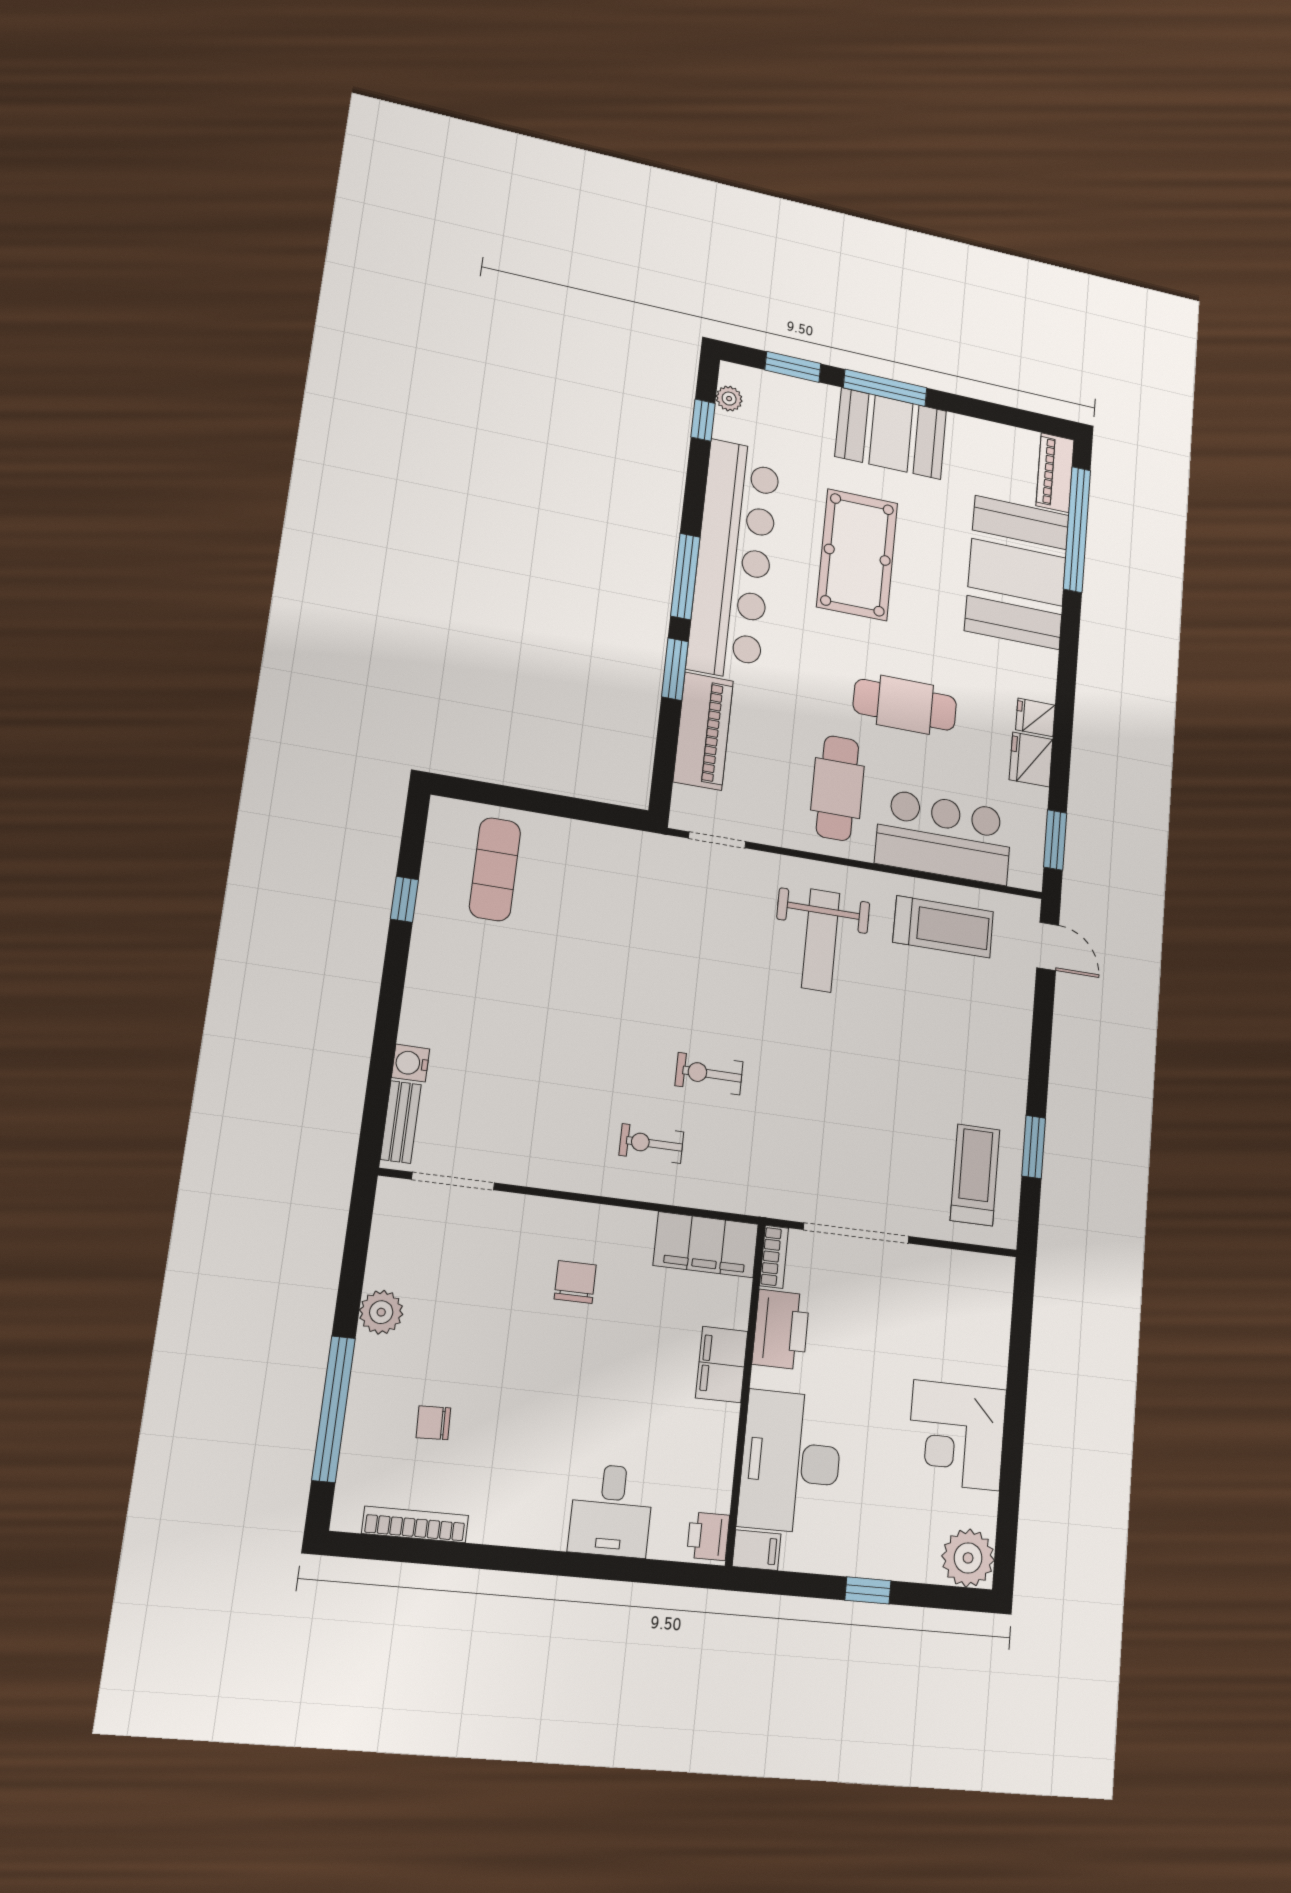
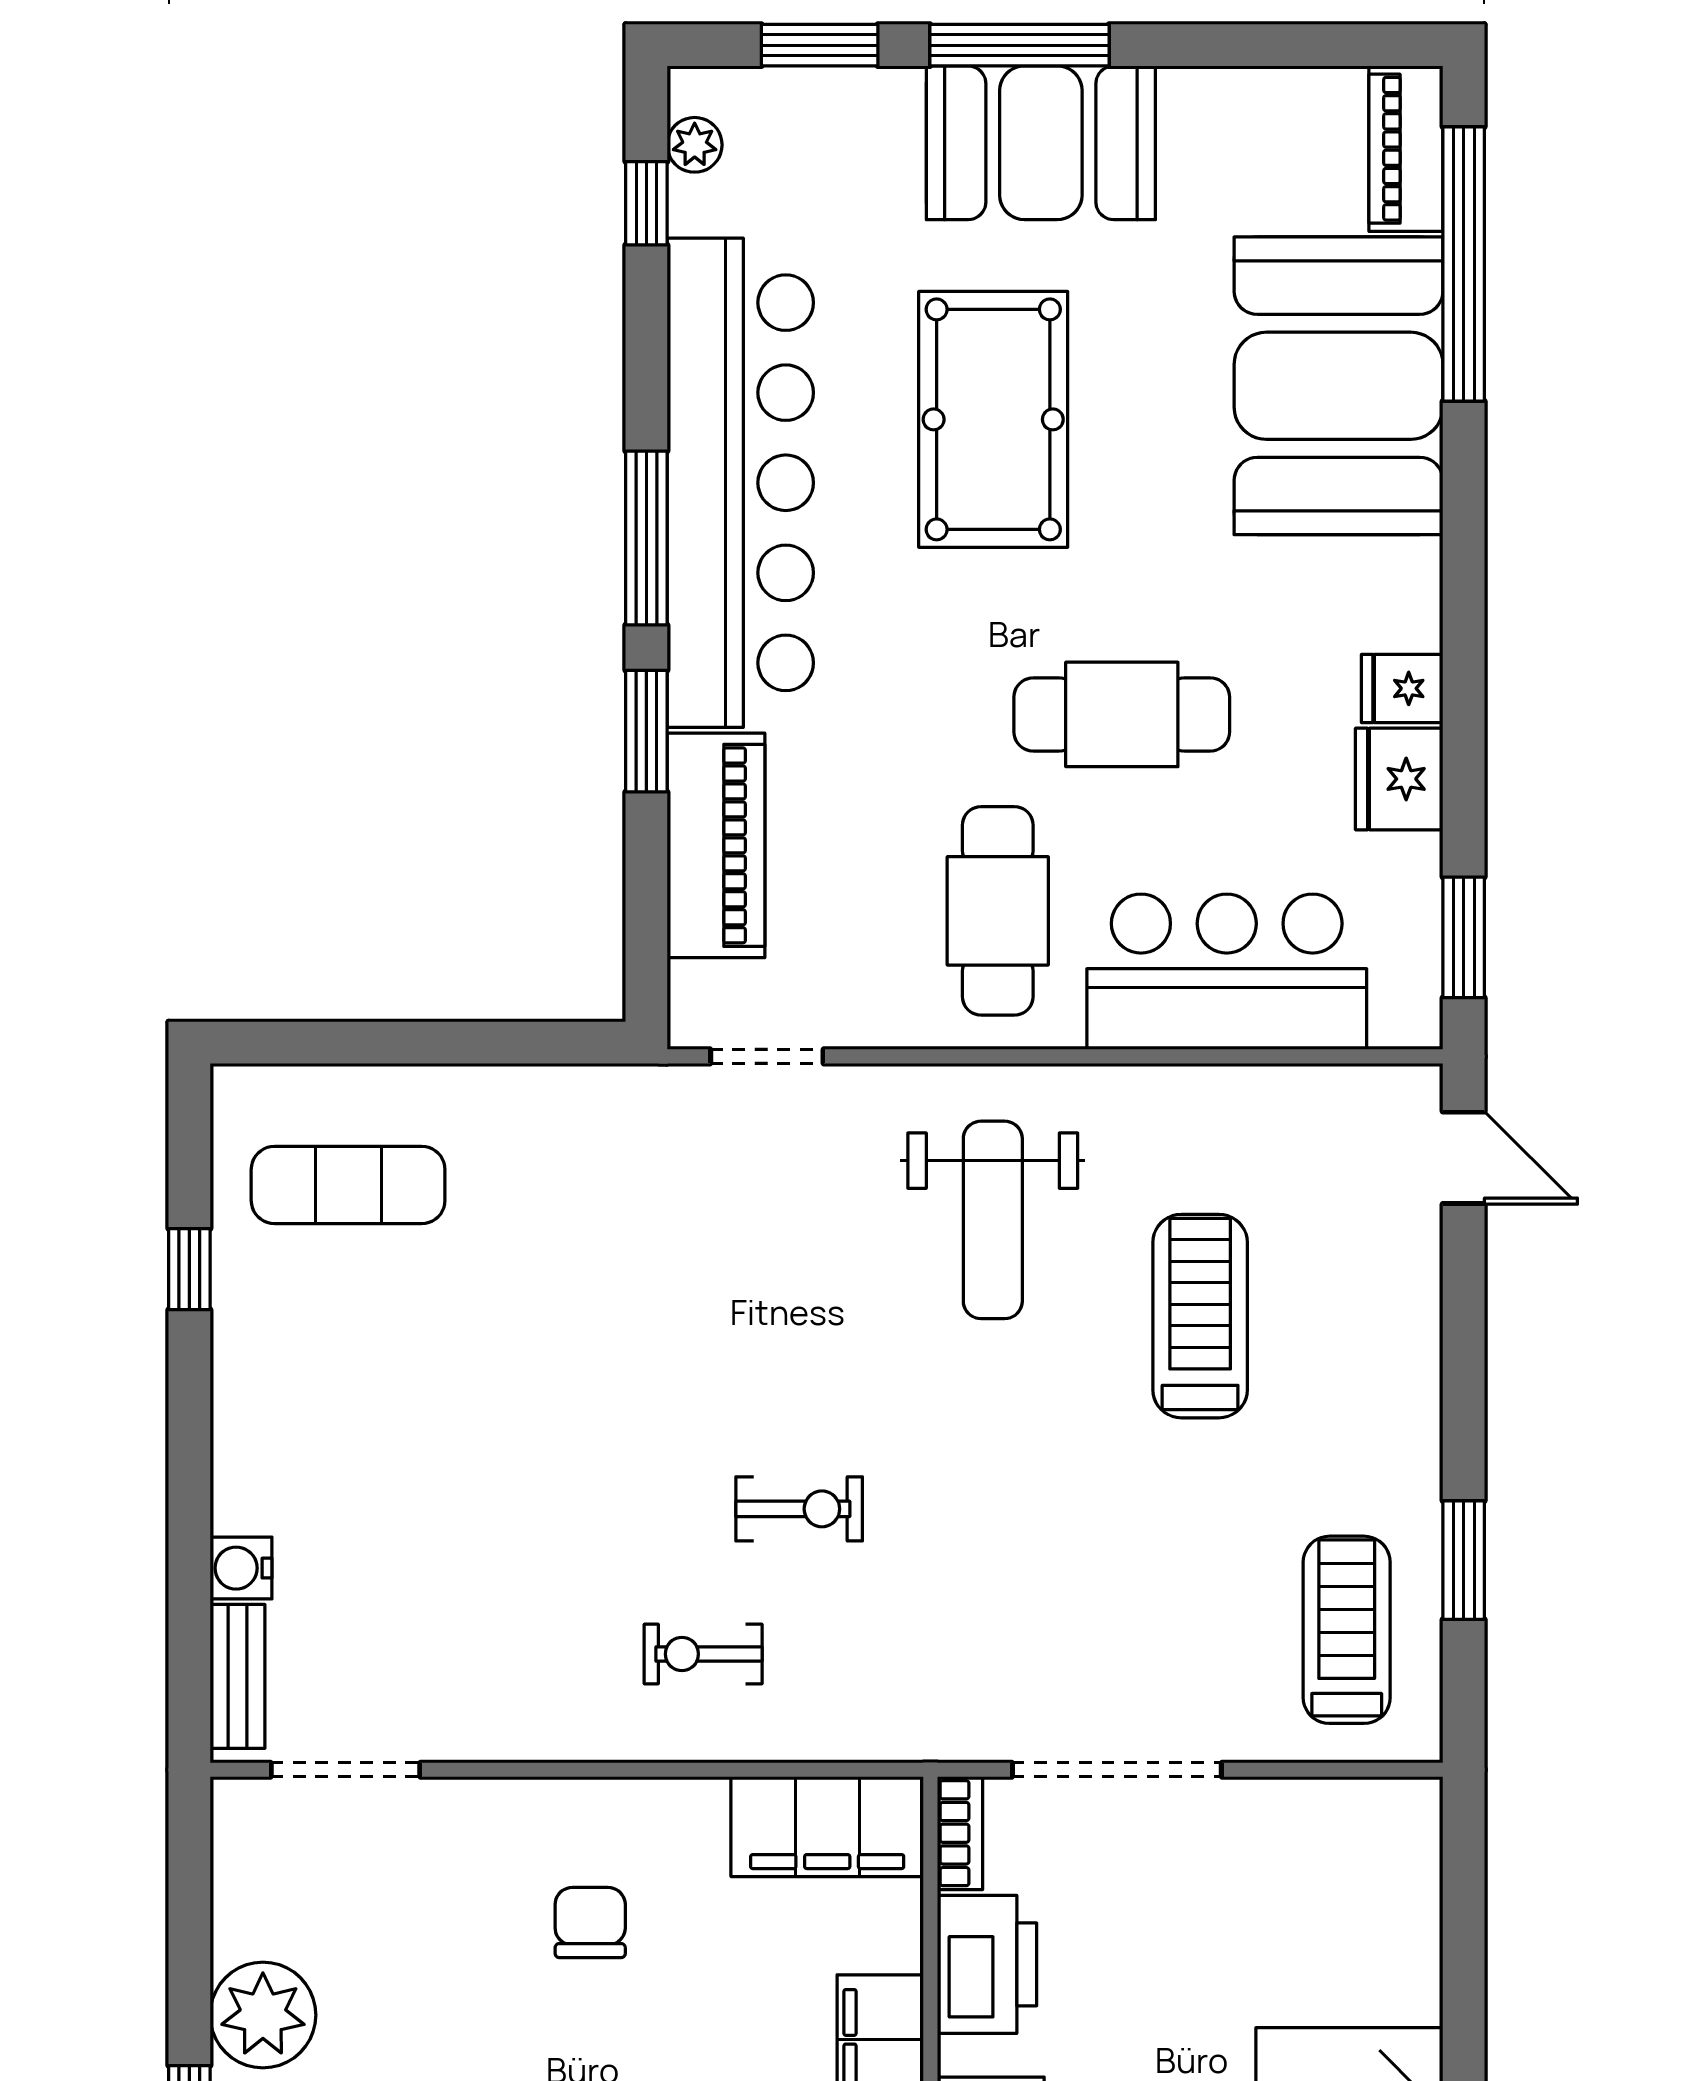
exercise mat: (495, 869) -> (348, 1185), turned 90
treadmill: (943, 927) -> (1200, 1316), moved, turned -90
exercise bike: (709, 1074) -> (799, 1509), turned 180
plant: (381, 1312) -> (263, 2015), width x1.36, depth x1.36

